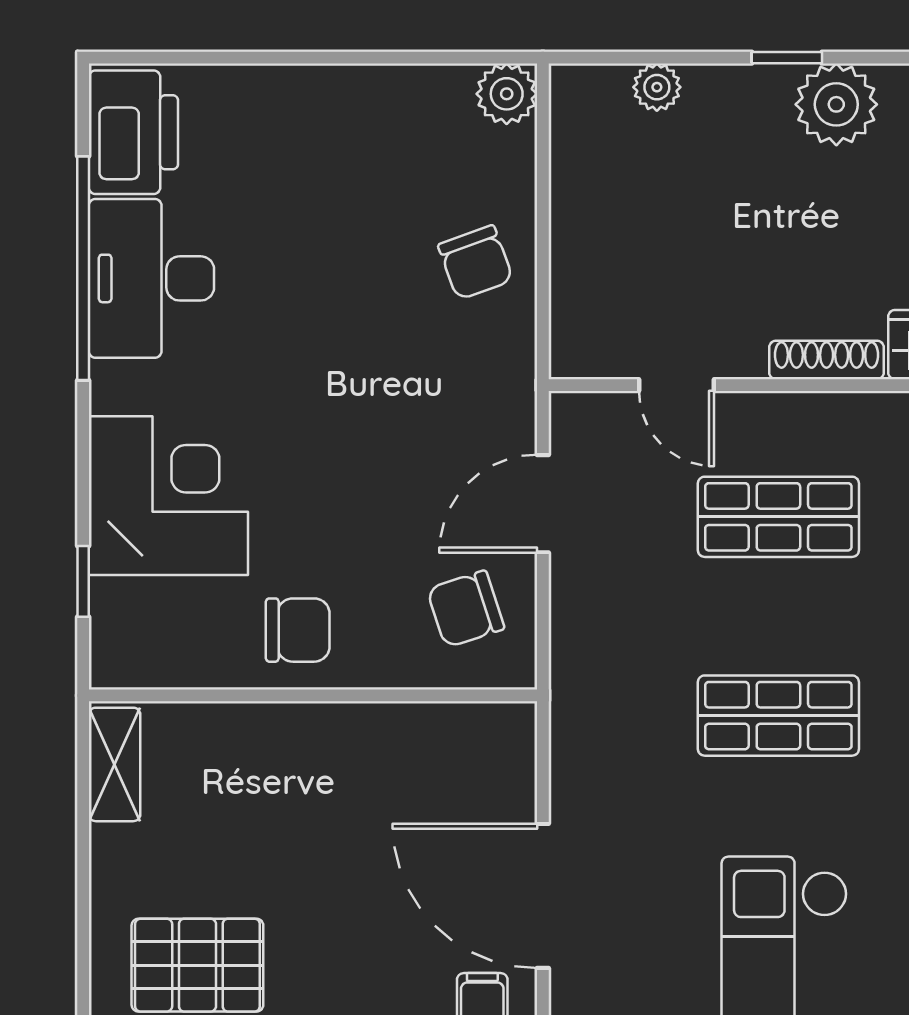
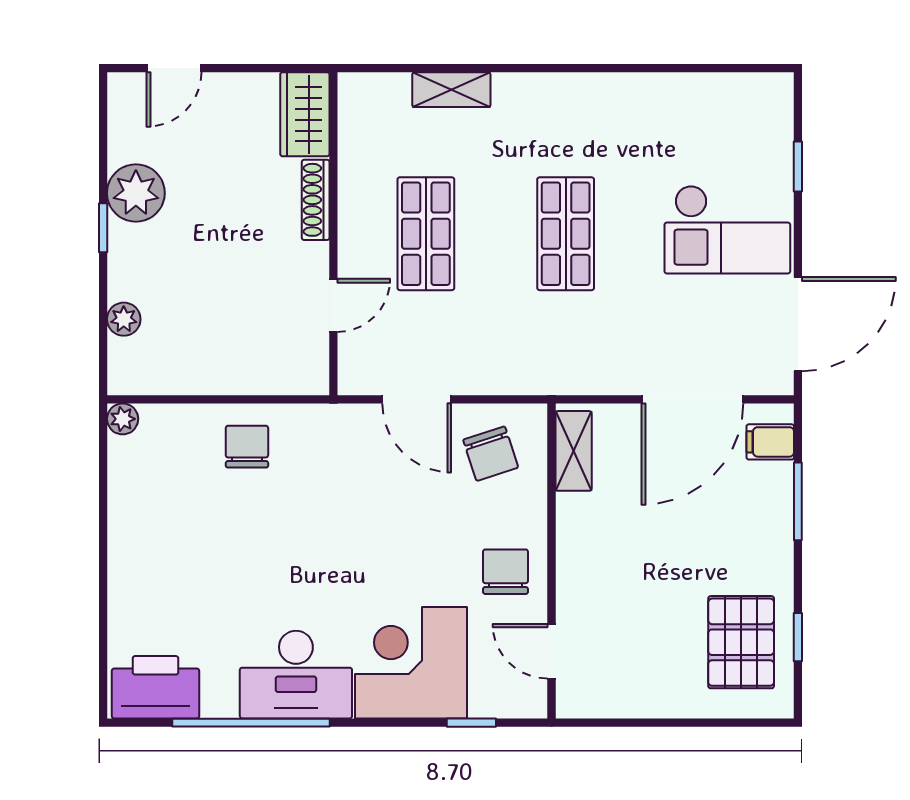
plant: (507, 94) -> (123, 419), width x0.73, depth x0.73
chair: (476, 262) -> (247, 447), turned -70
desk: (151, 278) -> (296, 675), moved
door: (185, 695) -> (551, 651), added
shelving: (114, 764) -> (574, 451), moved, turned 90

